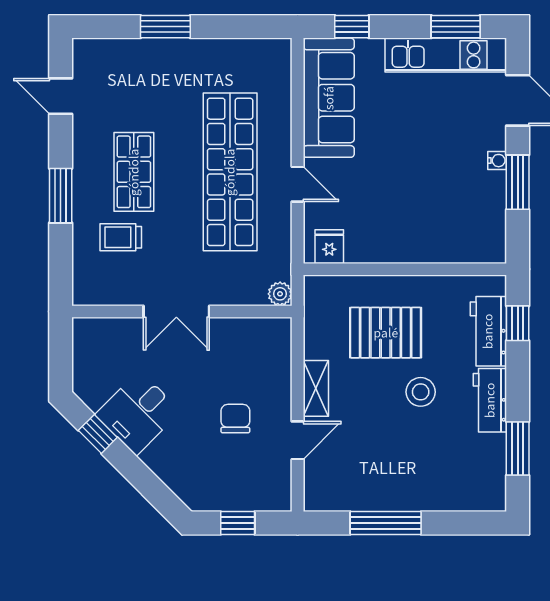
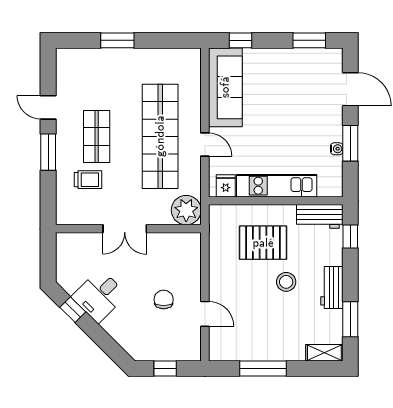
kitchen unit: (446, 55) -> (277, 186), moved, turned 180
door: (61, 96) -> (48, 107), moved
water cooler: (497, 161) -> (337, 149), moved
trolley: (121, 237) -> (88, 180), turned 180
plant: (280, 294) -> (186, 210), width x1.87, depth x1.87
workbench: (488, 331) -> (320, 216), moved, turned -90
shelving: (316, 388) -> (324, 353), moved, turned 90
door: (298, 440) -> (205, 314), hinge flipped

